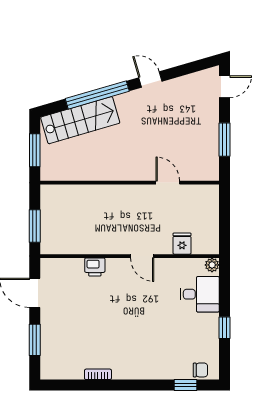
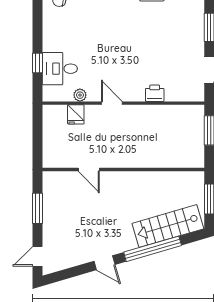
plant: (212, 265) -> (80, 95), moved
window: (224, 328) -> (37, 63), moved

